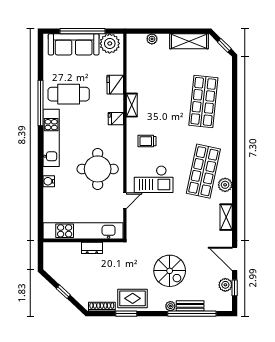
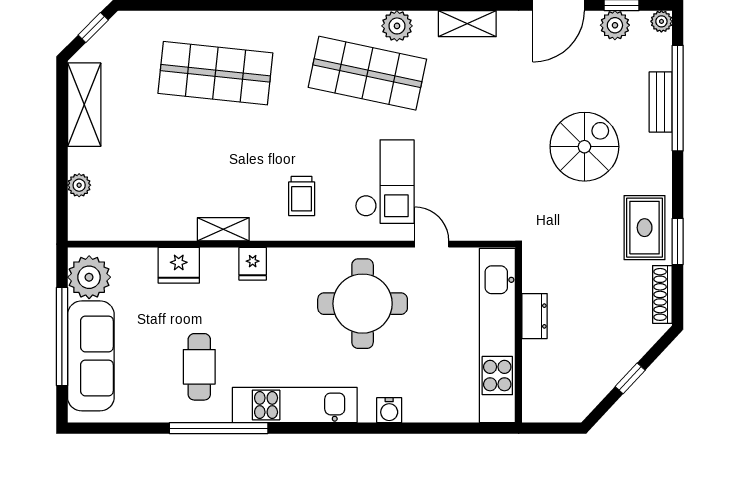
cafe table: (69, 94) -> (199, 367), width x0.73, depth x0.74
plant: (170, 306) -> (661, 21), moved

